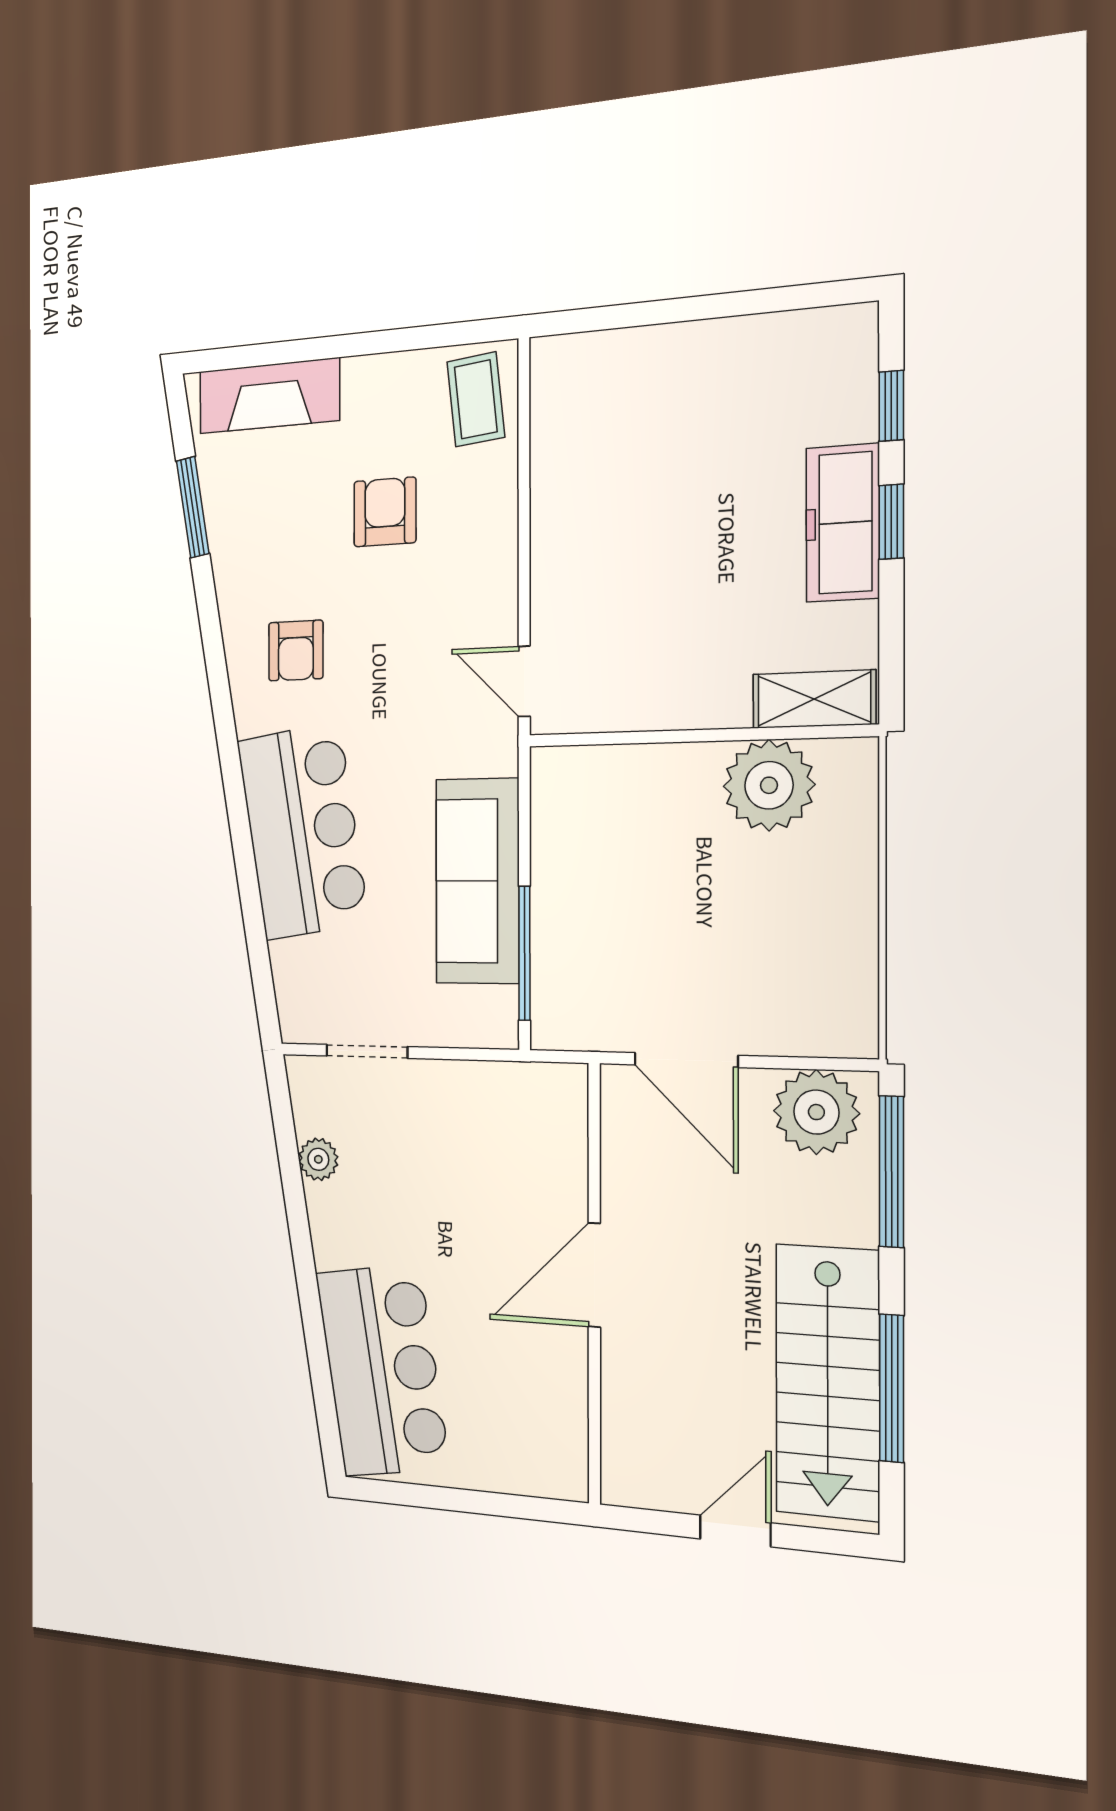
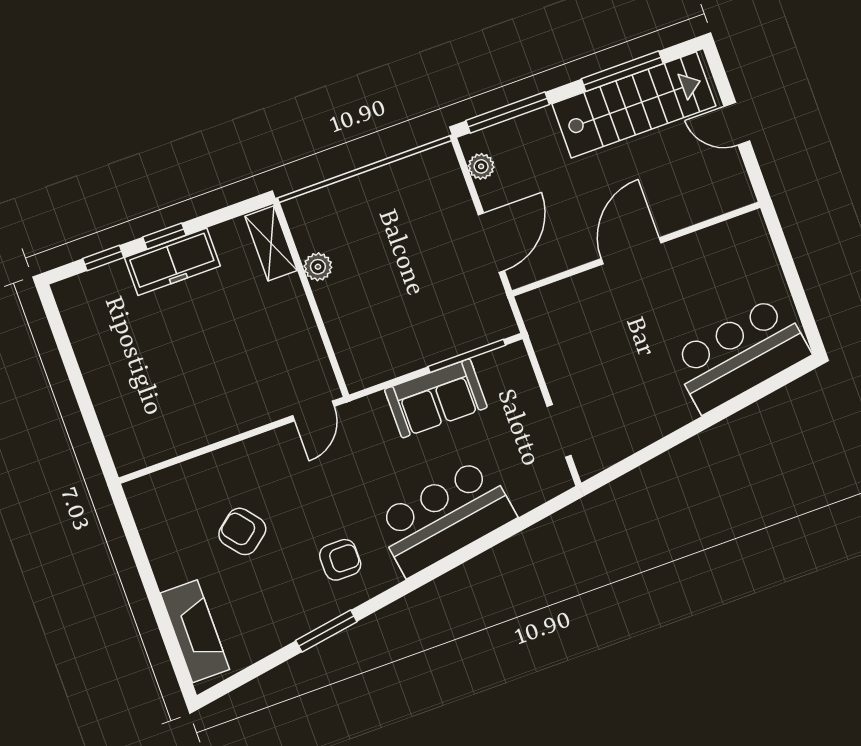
coffee table: (476, 399) -> (162, 498), removed
window: (193, 507) -> (326, 631), moved
armchair: (385, 512) -> (242, 531), turned 51
plant: (769, 785) -> (318, 267), width x0.53, depth x0.53
sofa: (477, 881) -> (436, 398), width x0.73
plant: (816, 1112) -> (481, 166), width x0.53, depth x0.53
plant: (318, 1159) -> (634, 438), removed
door: (594, 1275) -> (631, 251), swing flipped

